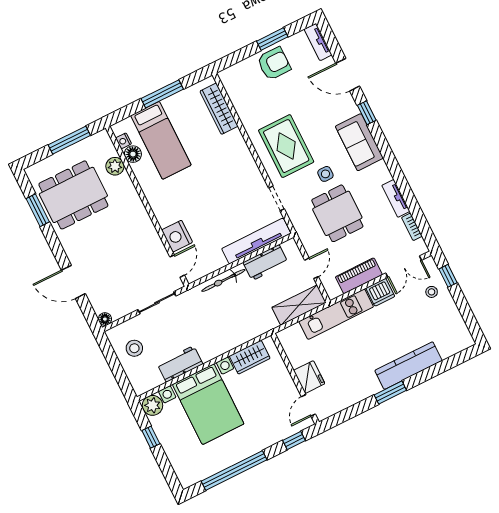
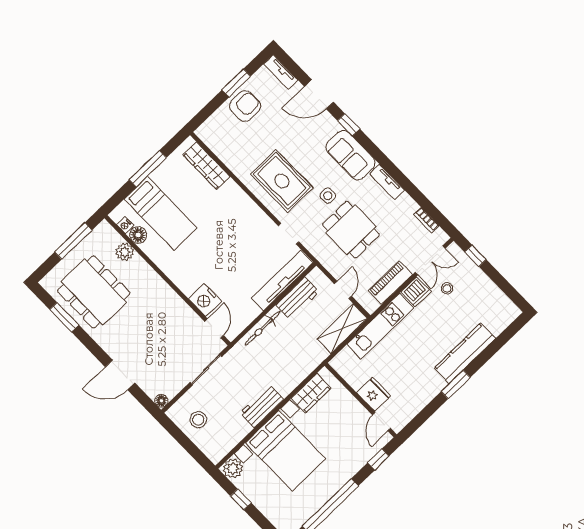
dining table: (73, 195) -> (94, 292), turned 90
tv unit: (396, 198) -> (387, 182), moved
stool: (432, 292) -> (447, 288), moved
workbench: (180, 364) -> (262, 406), moved

